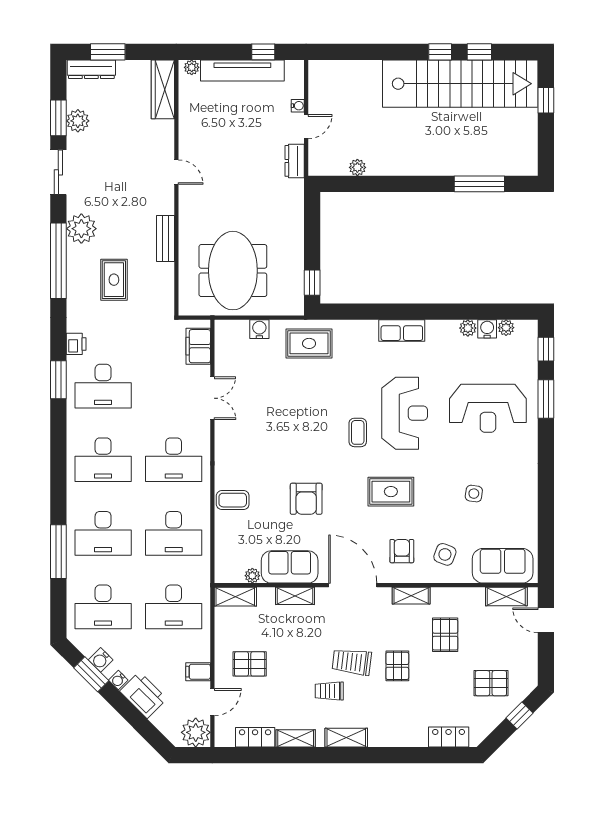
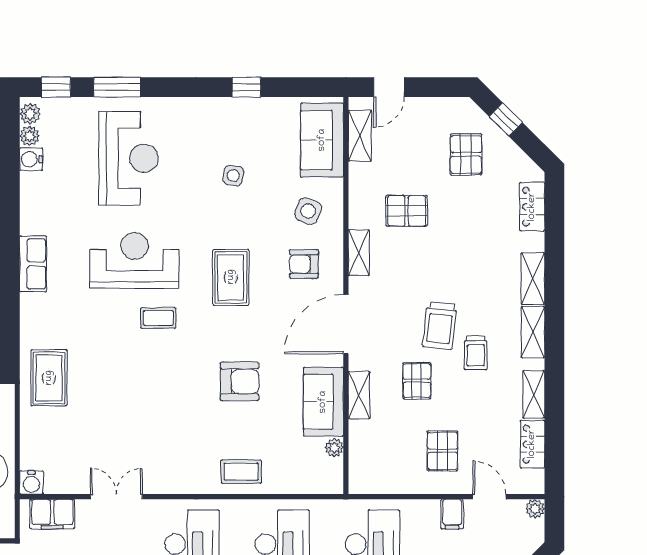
plant: (468, 328) -> (30, 114), moved
water cooler: (259, 329) -> (31, 483), moved, turned -90
coffee table: (233, 500) -> (241, 472), turned 90
window: (546, 504) -> (246, 87), added
shelving: (235, 597) -> (533, 279), moved
pallet: (397, 666) -> (417, 381), moved, turned 90
plant: (196, 732) -> (535, 509), width x0.53, depth x0.53

